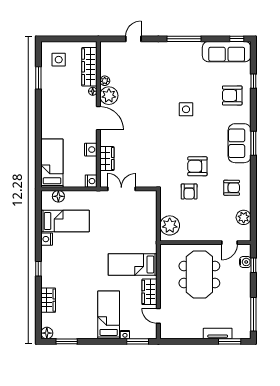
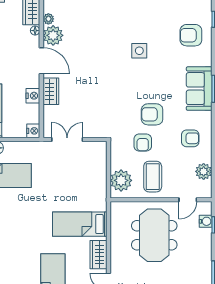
wardrobe: (107, 159) -> (51, 91), moved
coffee table: (198, 222) -> (153, 177), added

